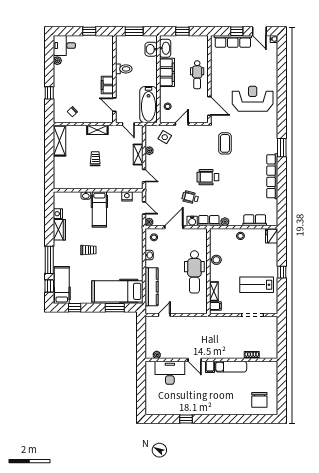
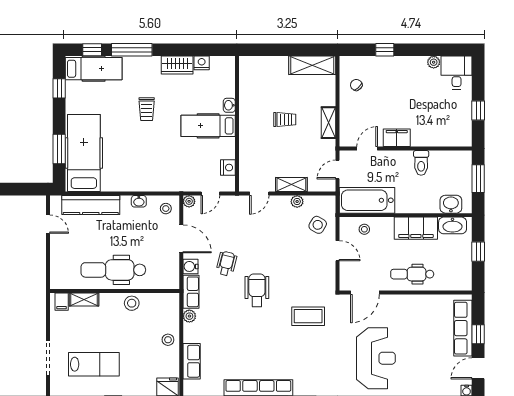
lab bench: (257, 285) -> (94, 364), turned 90

